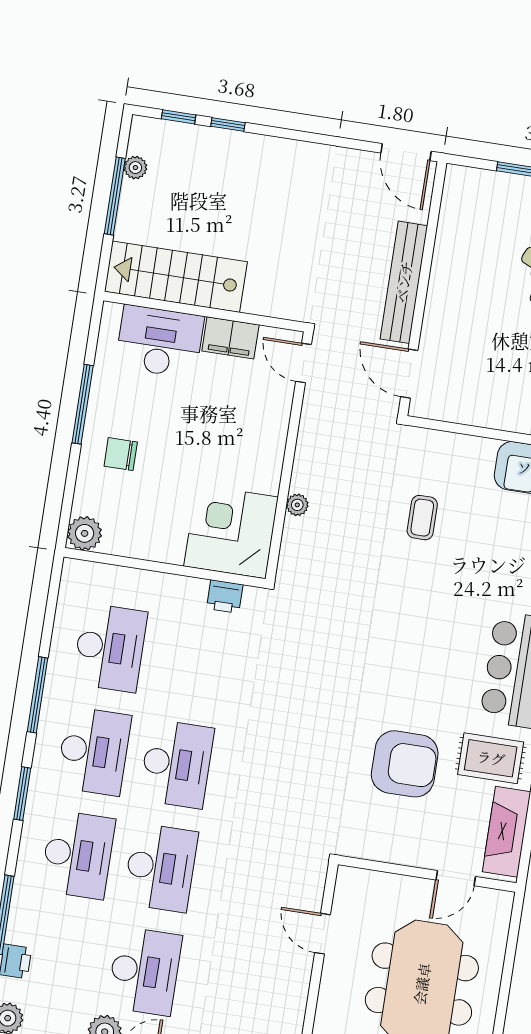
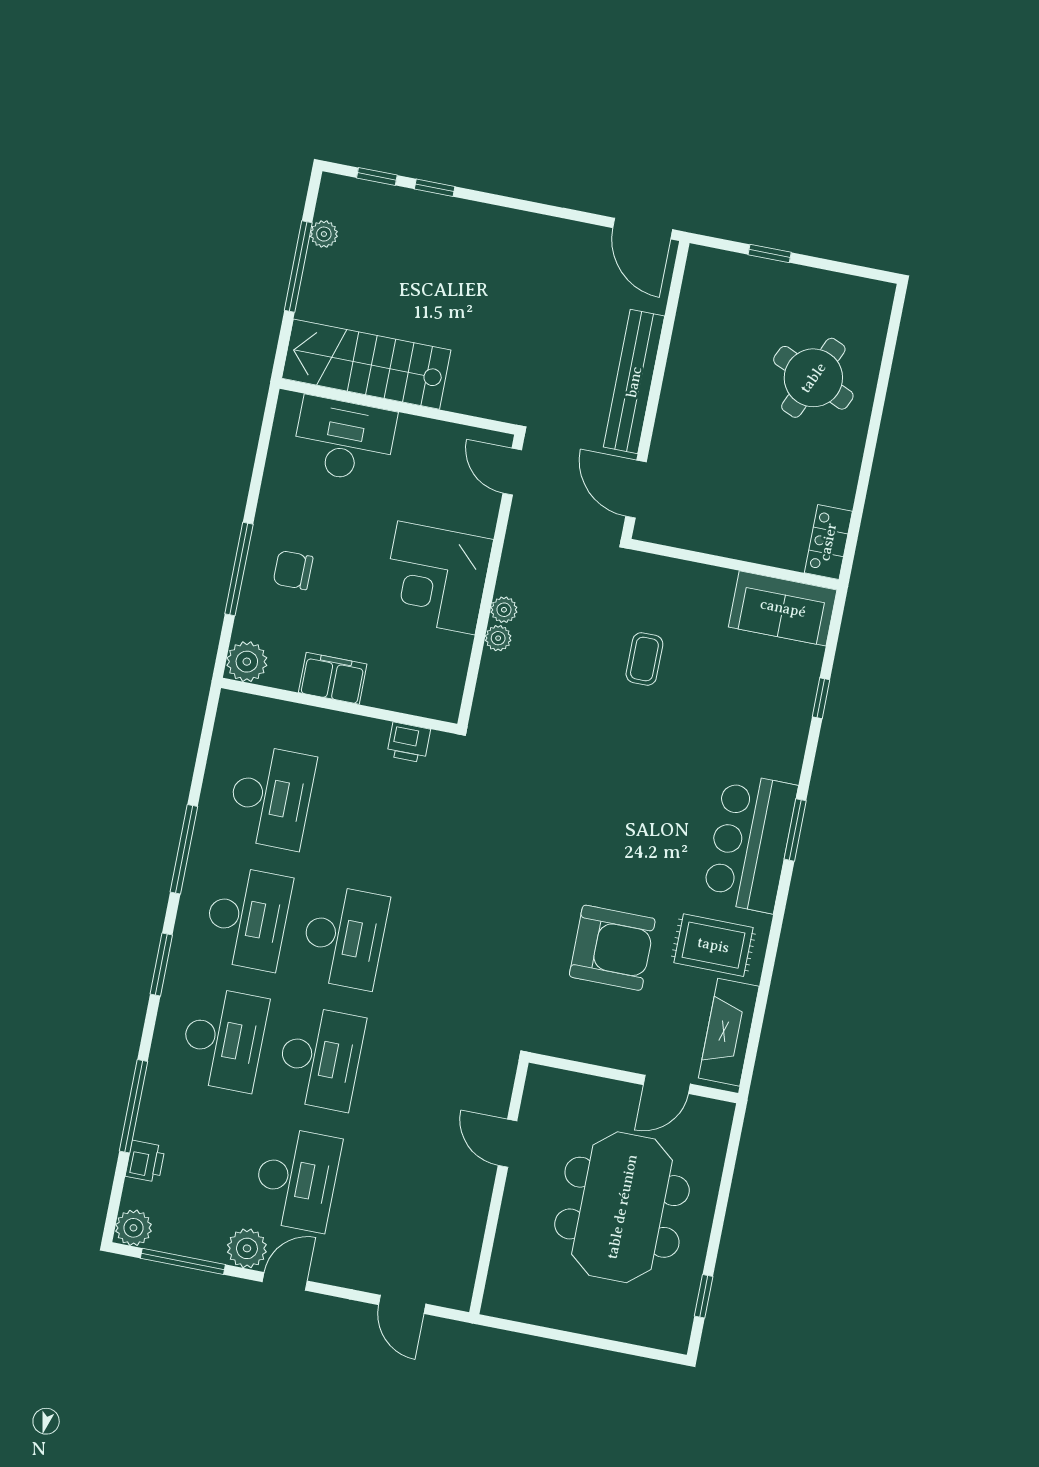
filing cabinet: (230, 338) -> (333, 678), moved, turned 180
window: (83, 404) -> (239, 569), moved
plant: (301, 481) -> (504, 610), added
corner desk: (231, 532) -> (436, 578), moved, turned -90

